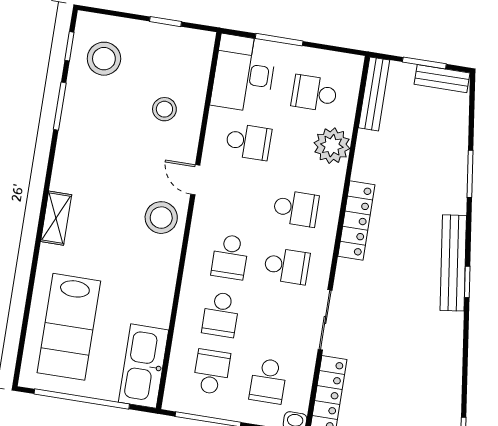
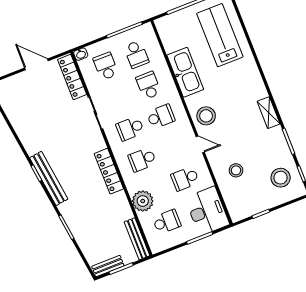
shelving: (56, 218) -> (269, 113), moved
school desk: (230, 257) -> (161, 116), turned 90
kitchen sink: (143, 366) -> (185, 72), moved

